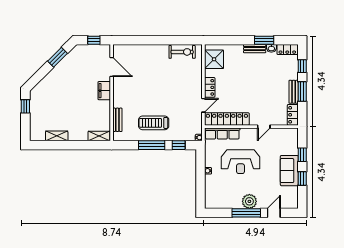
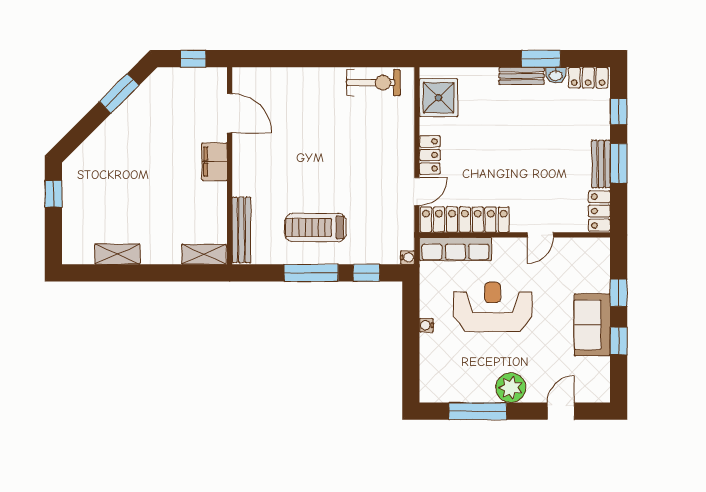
bench: (117, 120) -> (241, 230), width x1.36
reception desk: (241, 162) -> (493, 307), turned 180
window: (246, 213) -> (478, 411), moved

